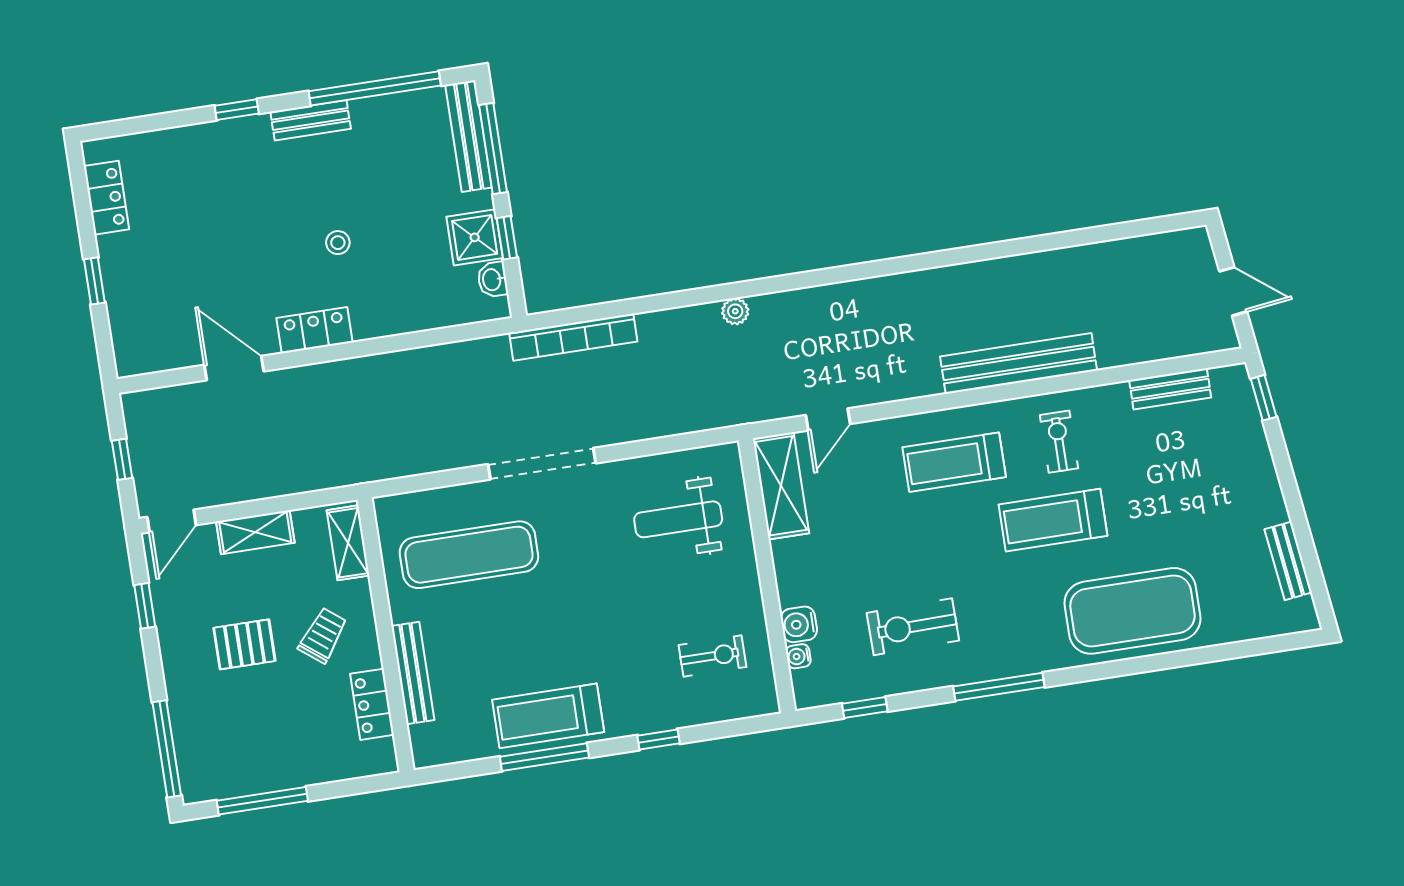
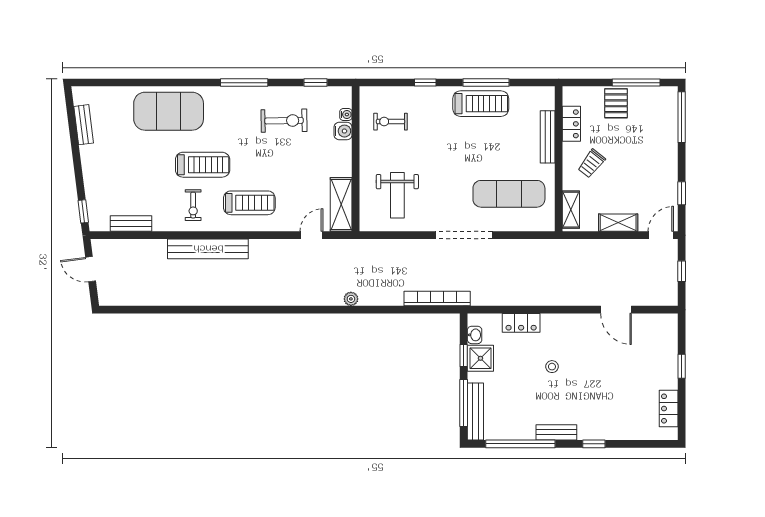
locker: (314, 330) -> (521, 323), moved
weight bench: (678, 519) -> (397, 195), turned 90
pallet: (244, 644) -> (616, 103), moved, turned 90

